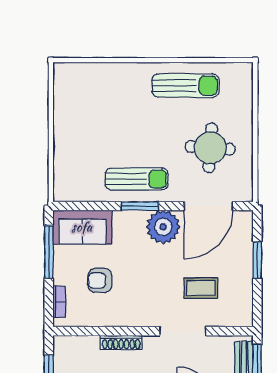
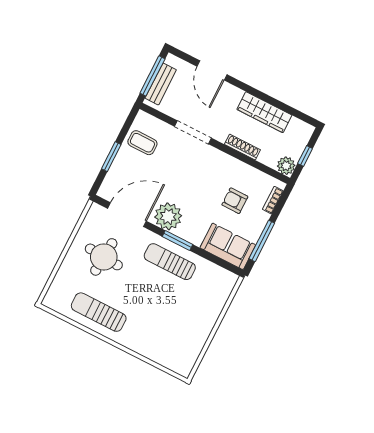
armchair: (100, 280) -> (235, 201), turned 180
coffee table: (201, 288) -> (142, 143), moved
plant: (64, 346) -> (286, 166), added

